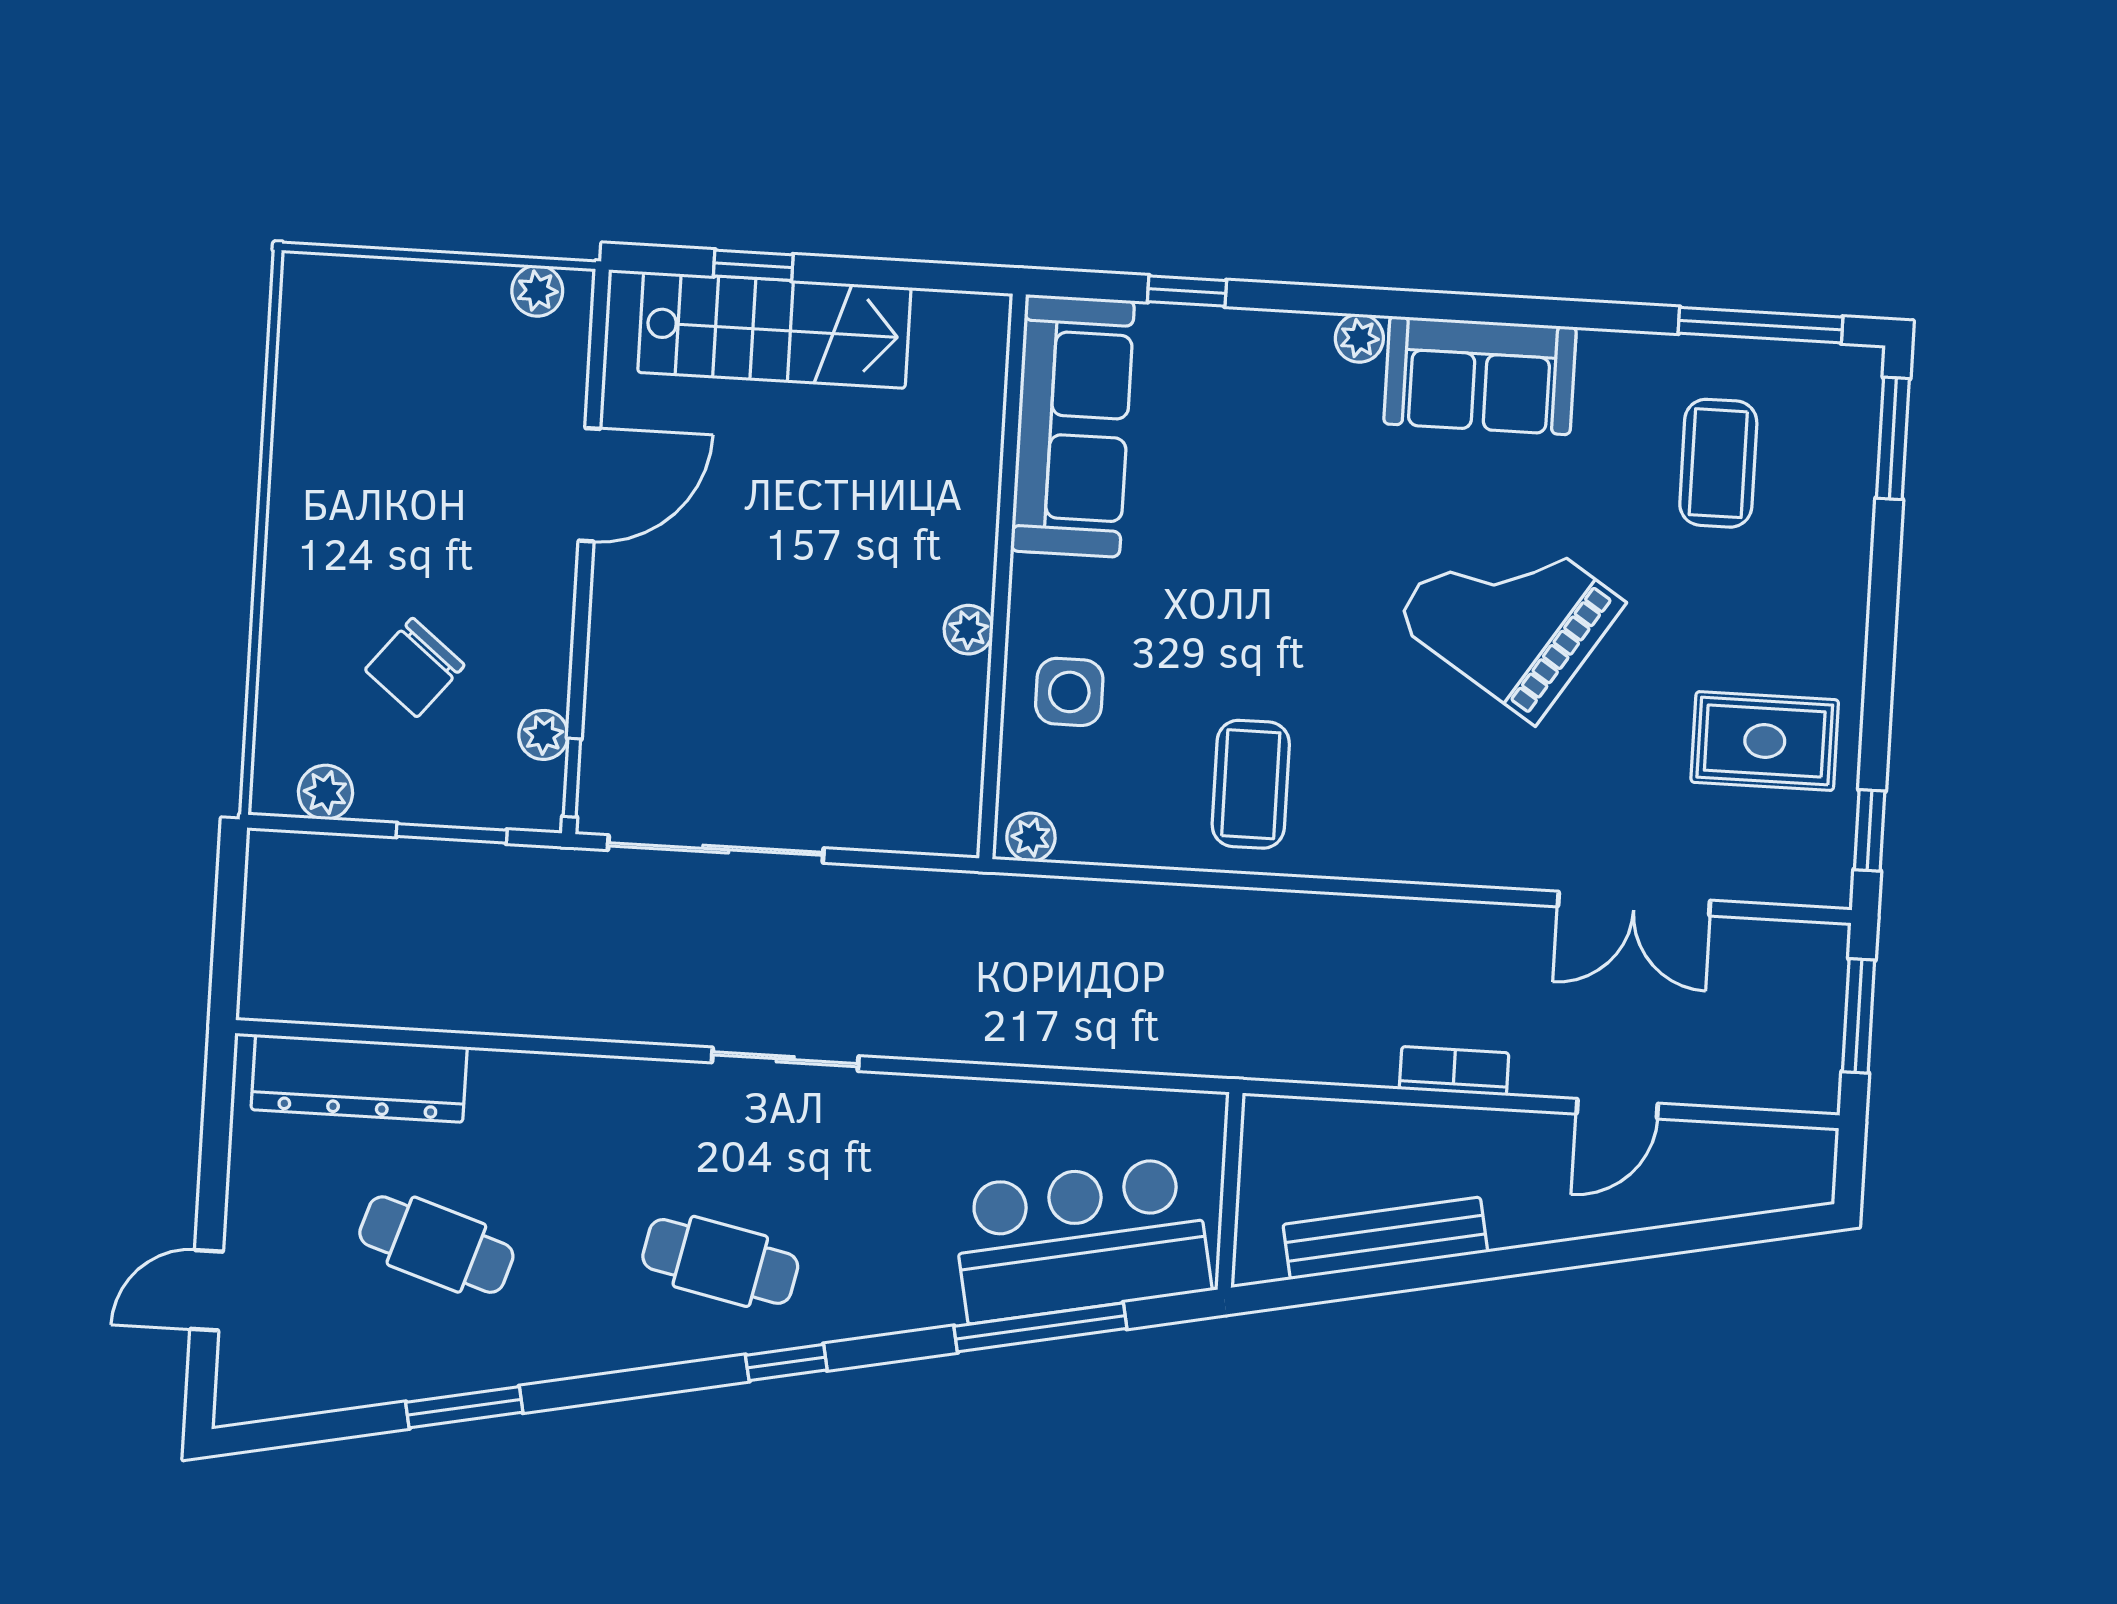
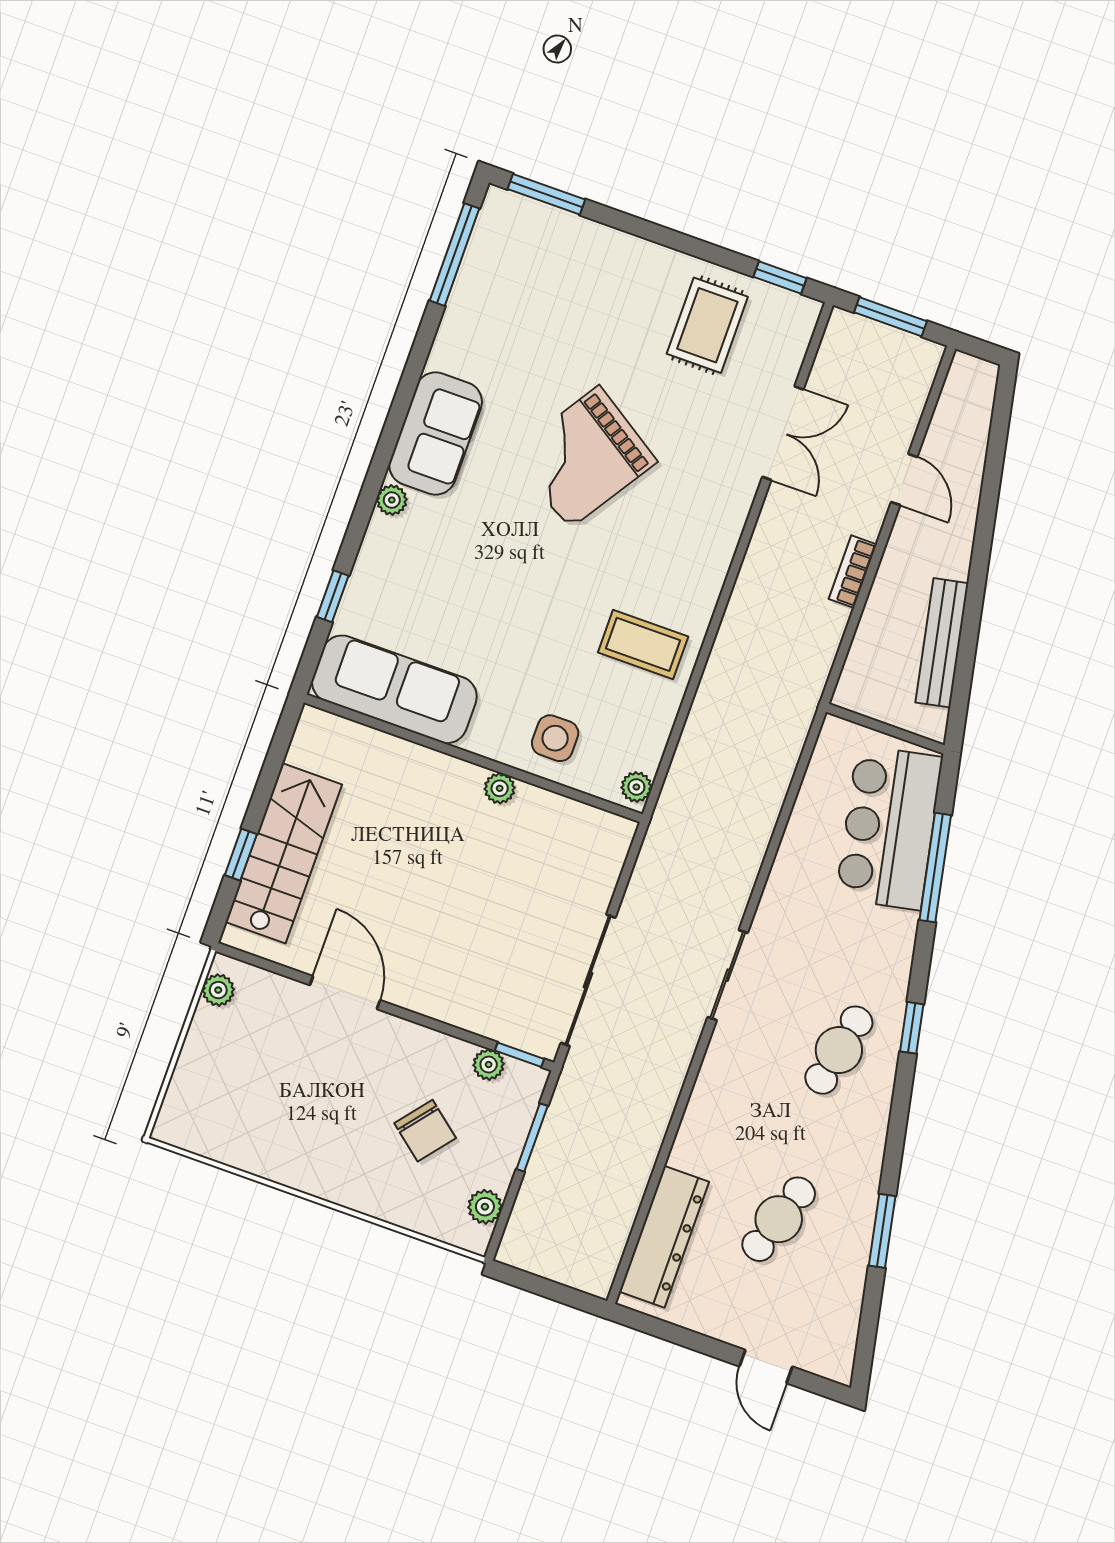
coffee table: (1718, 463) -> (531, 304), removed

